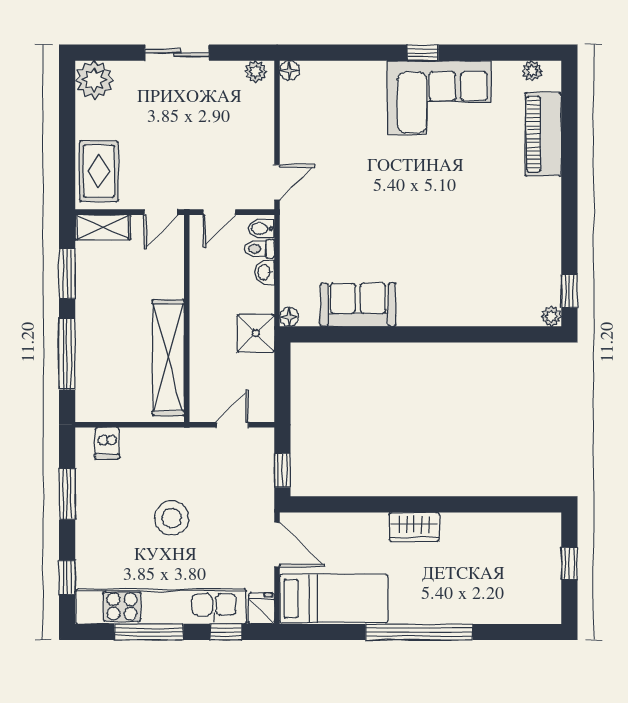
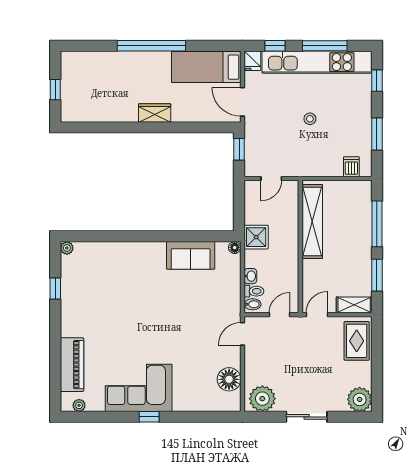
floor lamp: (289, 70) -> (229, 379), moved, width x1.89, depth x1.89
plant: (256, 72) -> (262, 399), width x1.88, depth x1.88
window: (569, 291) -> (55, 289), moved
stool: (172, 518) -> (310, 119), width x0.53, depth x0.53

